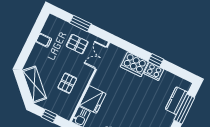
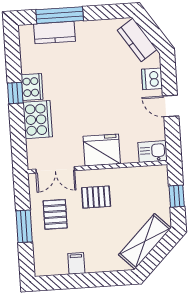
pallet: (67, 83) -> (96, 197), moved
fridge: (93, 99) -> (102, 150), moved

